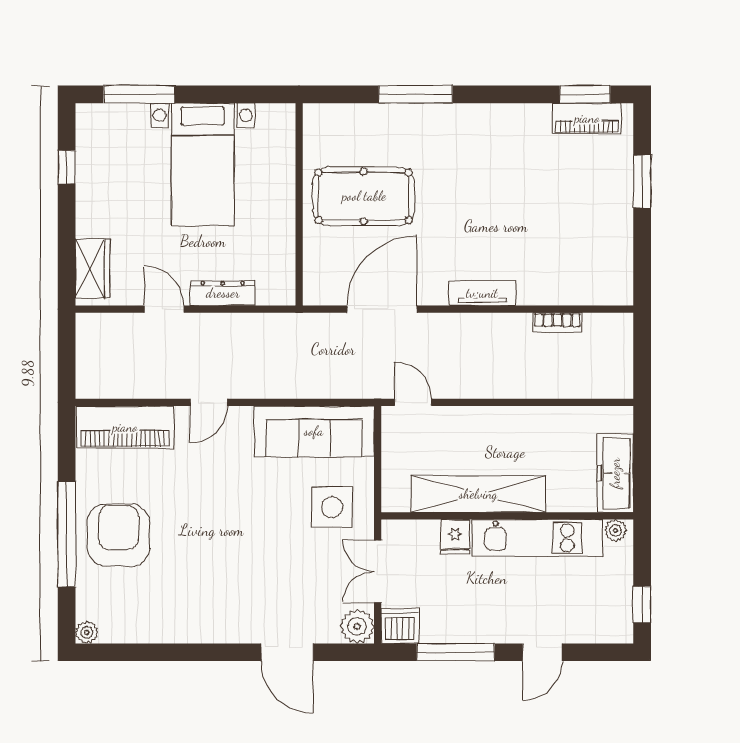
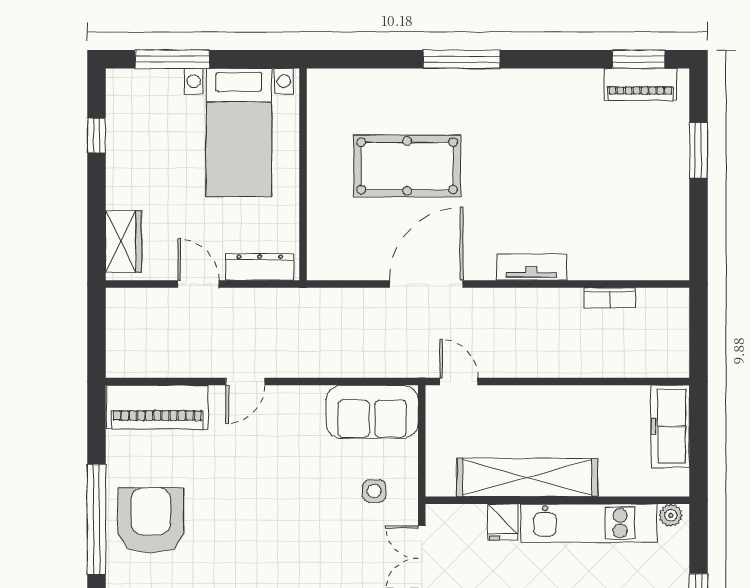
wall: (299, 204) -> (303, 174), moved
sofa: (314, 431) -> (372, 412), width x0.73
freezer: (615, 473) -> (670, 426), moved
side table: (332, 507) -> (374, 491), width x0.54, depth x0.54

